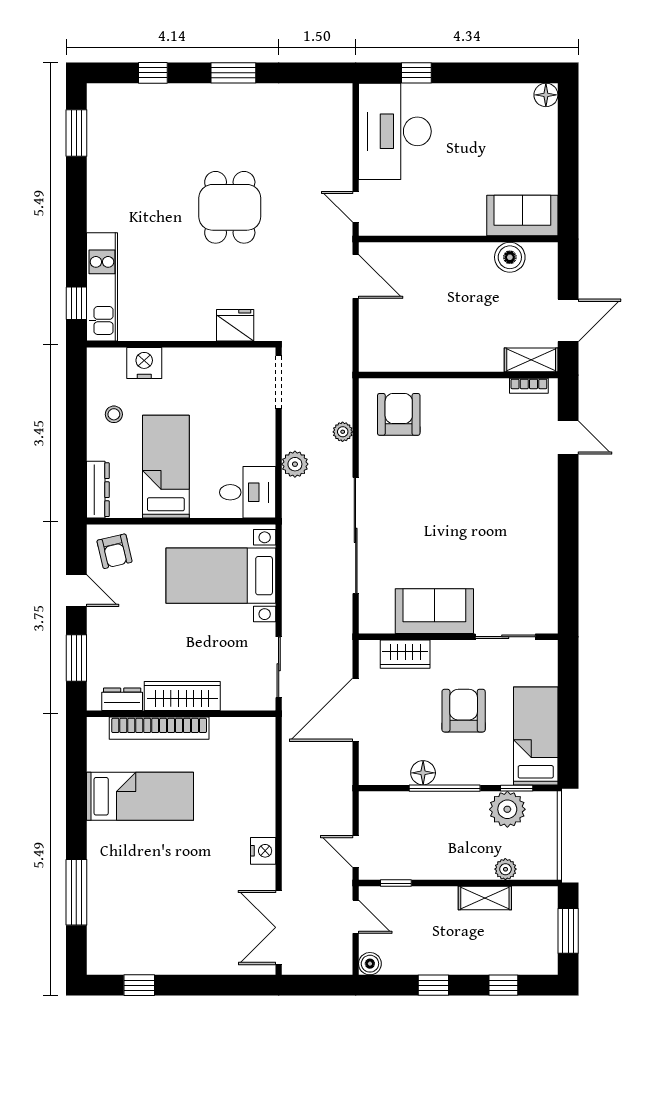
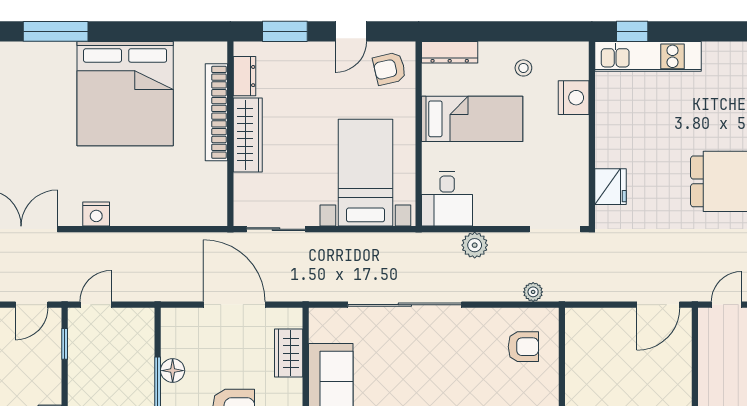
armchair: (399, 414) -> (523, 347), width x0.72, depth x0.72
plant: (343, 432) -> (533, 292), moved
bed: (140, 796) -> (125, 94), width x2.04

